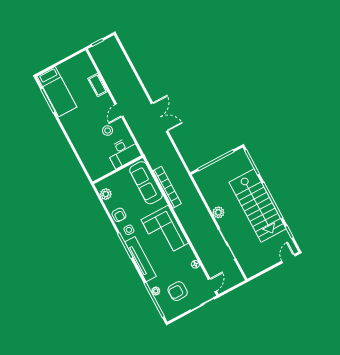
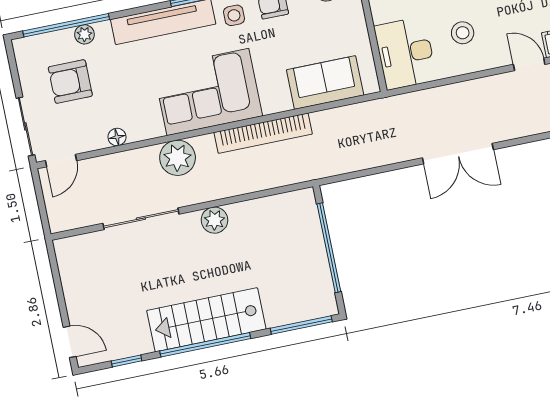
door: (119, 110) -> (529, 64), moved
sofa: (146, 183) -> (325, 83), width x0.73
bookcase: (167, 187) -> (263, 133), moved
stairs: (258, 206) -> (206, 320), width x0.73, depth x0.66
plant: (197, 236) -> (178, 158), added
door: (212, 285) -> (61, 161), hinge flipped
armchair: (178, 291) -> (70, 82), turned -90

